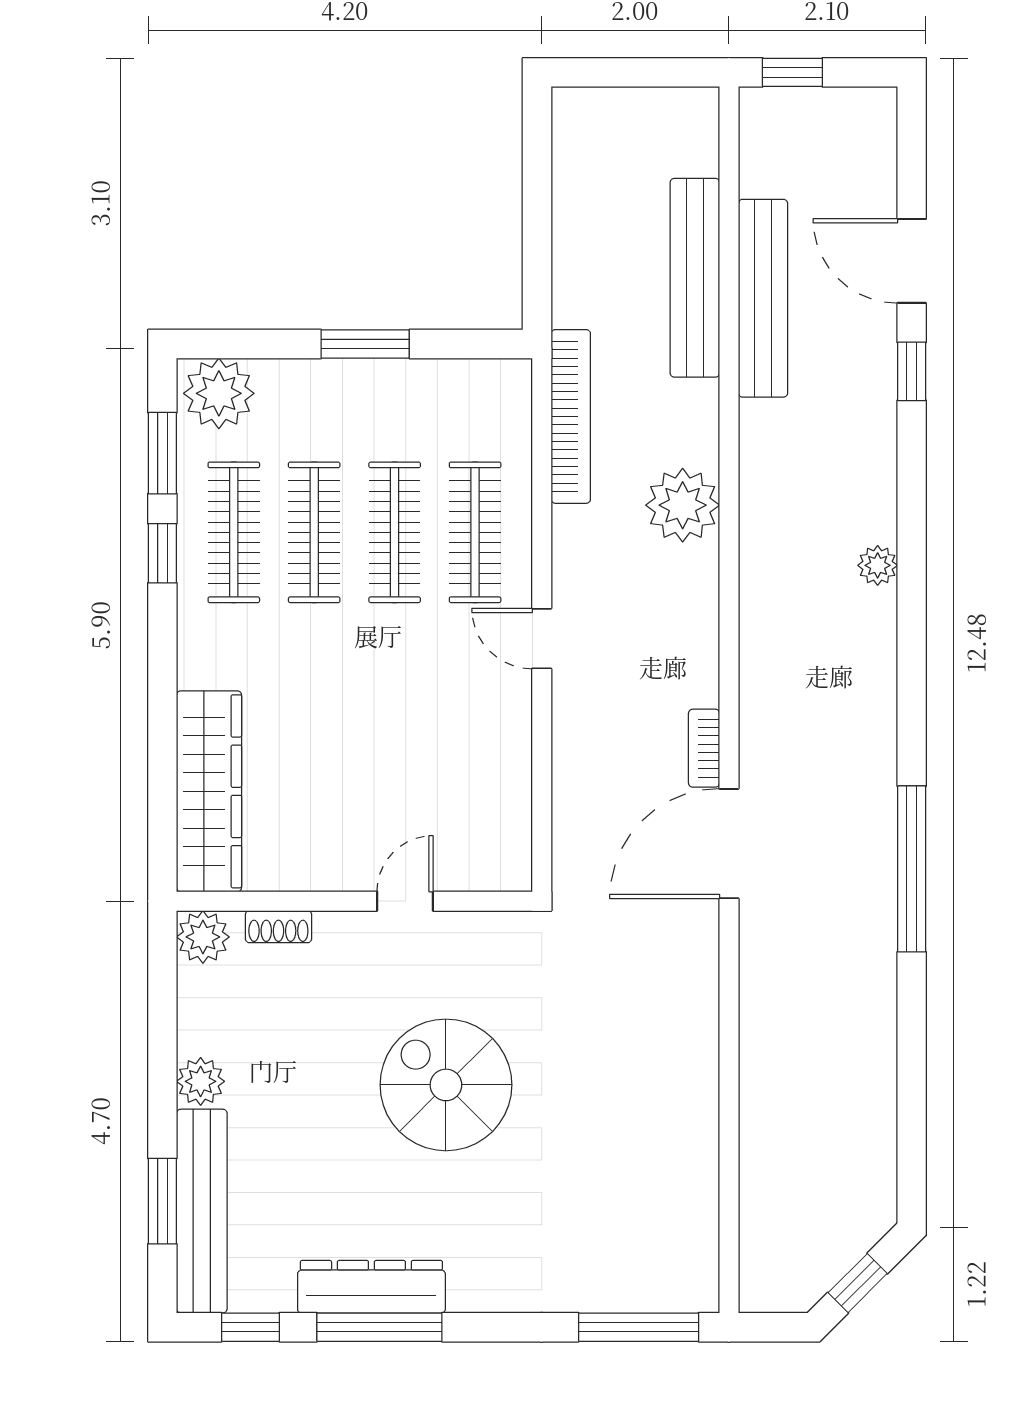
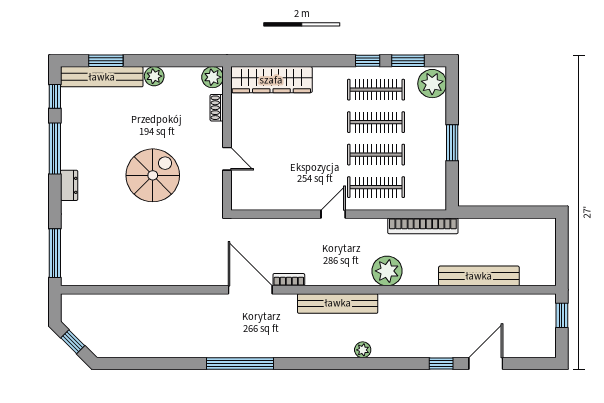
bench: (763, 298) -> (338, 303), moved
dresser: (371, 1287) -> (69, 185), moved, width x0.51, depth x0.80

